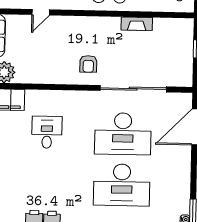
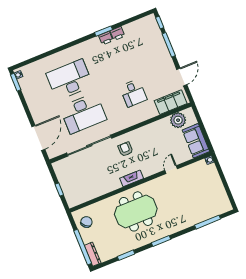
fireplace: (137, 24) -> (132, 178), moved
desk: (123, 134) -> (83, 113), turned 180

